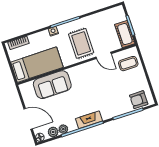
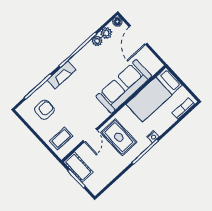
door: (104, 55) -> (90, 135), swing flipped
sofa: (52, 85) -> (124, 86), width x1.36
armchair: (139, 100) -> (44, 110), moved
door: (28, 119) -> (138, 35), hinge flipped
fireplace: (89, 120) -> (62, 75), moved

